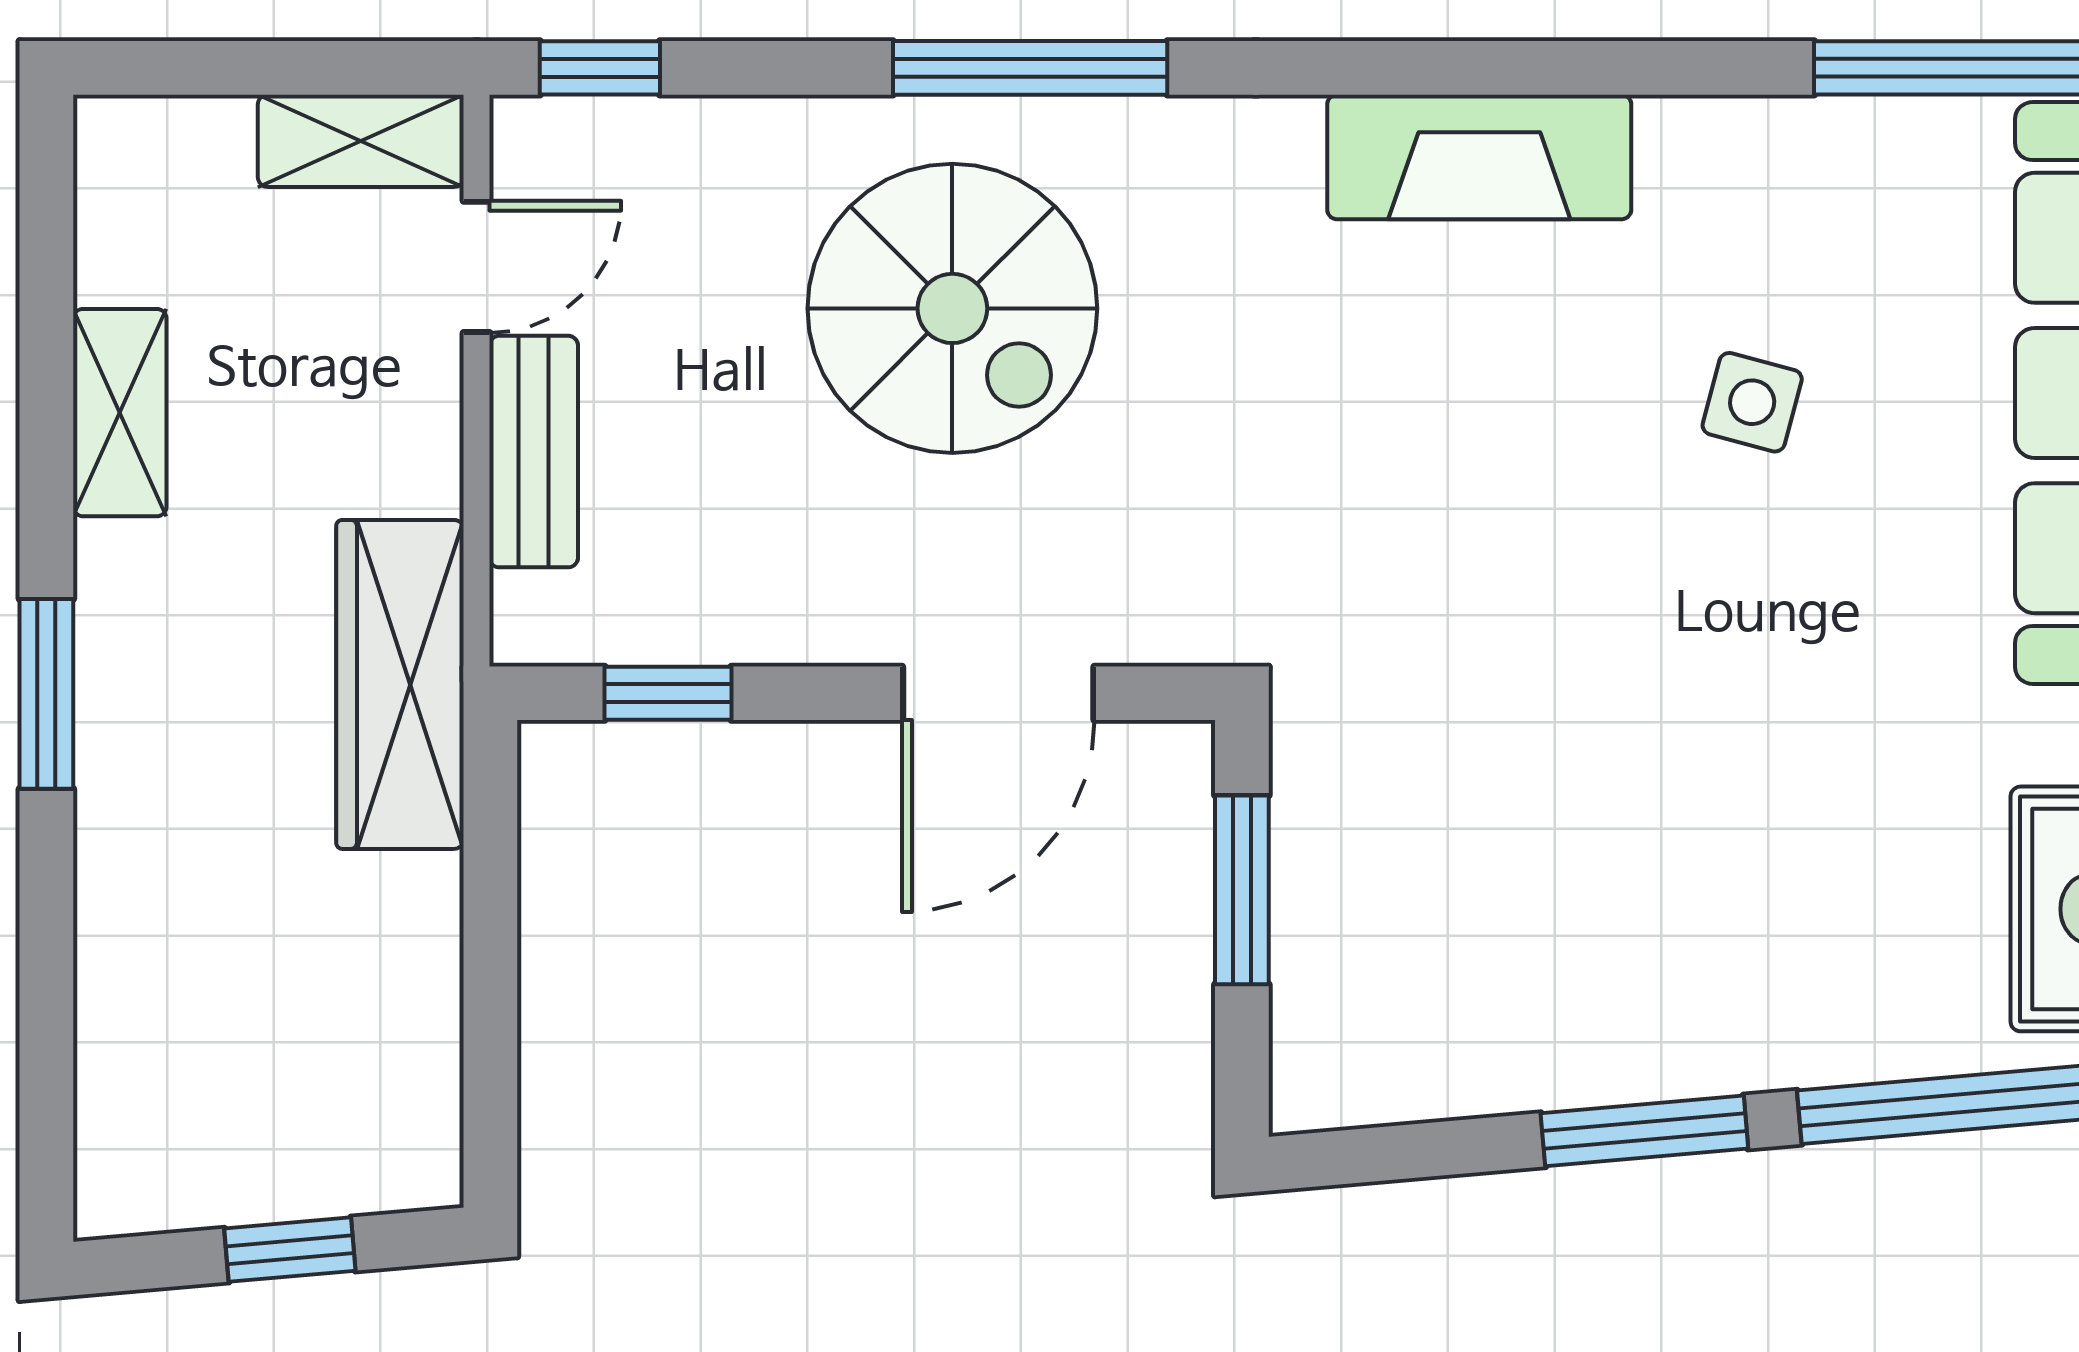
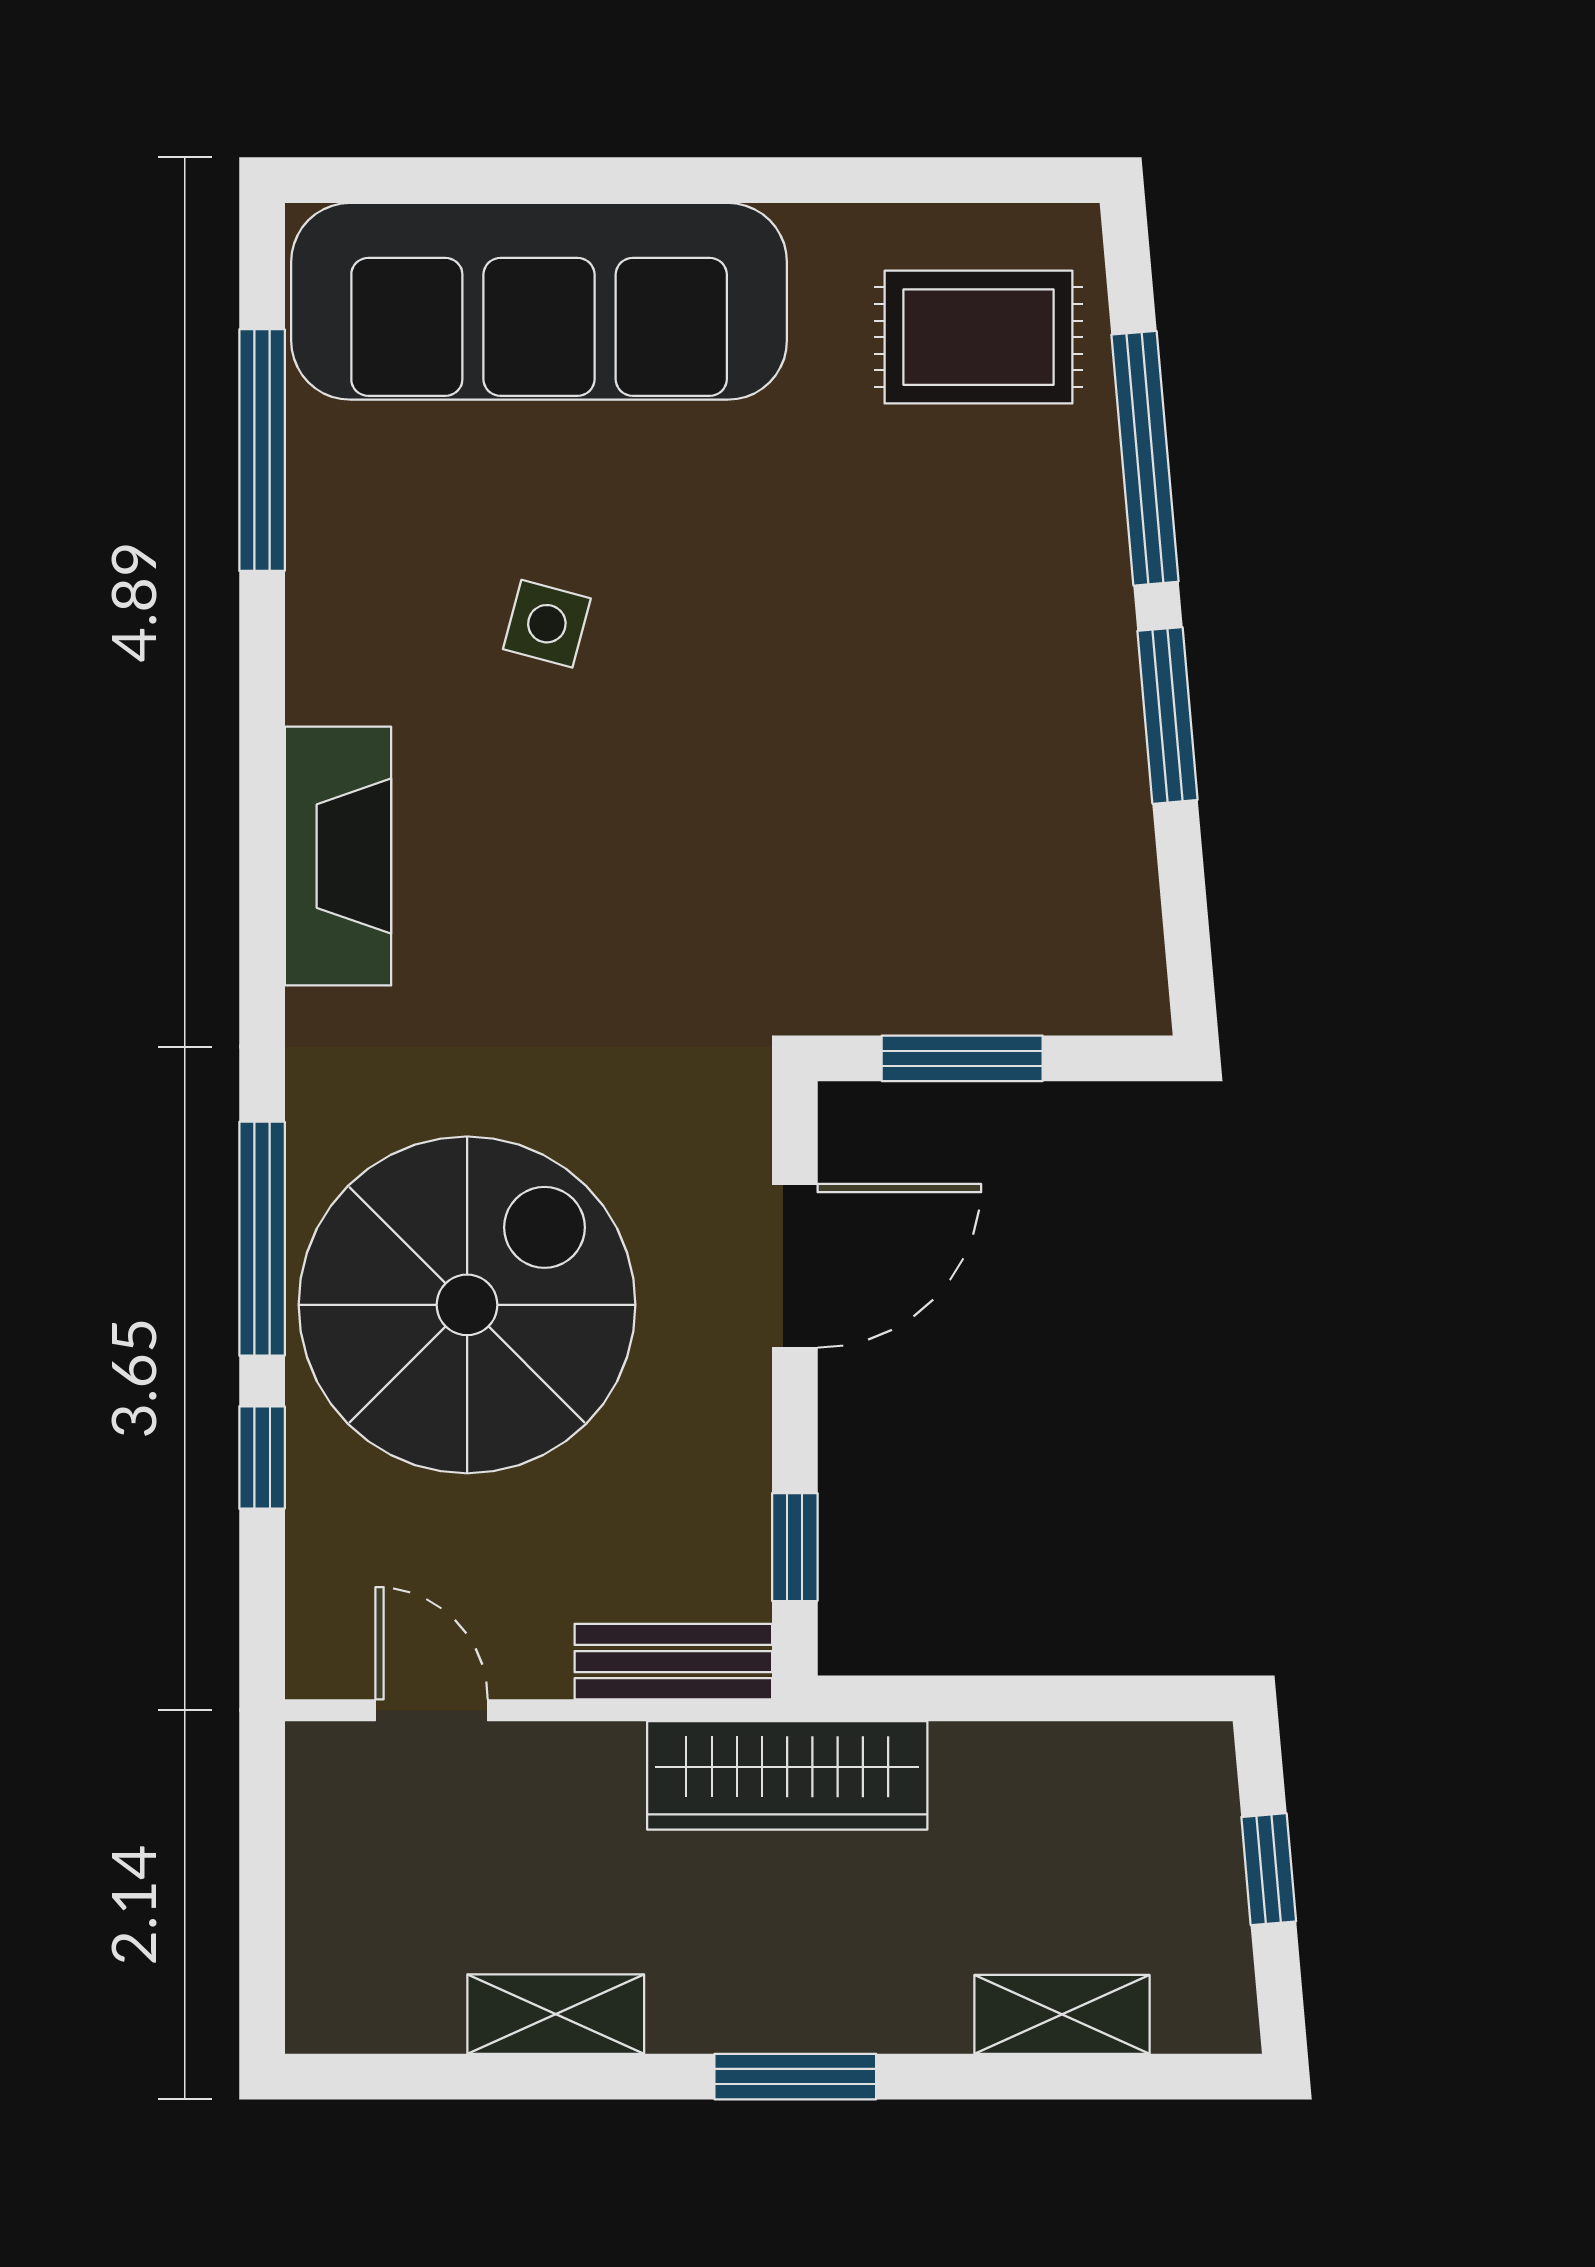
window: (600, 68) -> (262, 1458), moved
shelving: (361, 141) -> (1062, 2014), moved, turned 90
spiral stairs: (952, 308) -> (467, 1305), width x1.37, depth x1.37
bench: (534, 452) -> (673, 1662), moved
door: (998, 693) -> (795, 1266), hinge flipped

